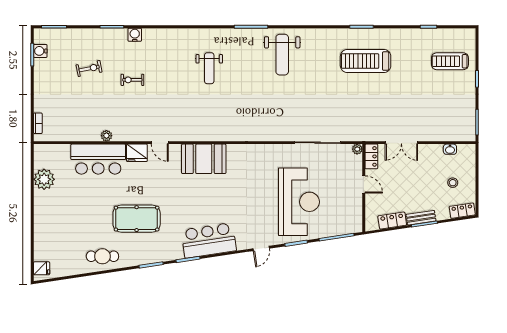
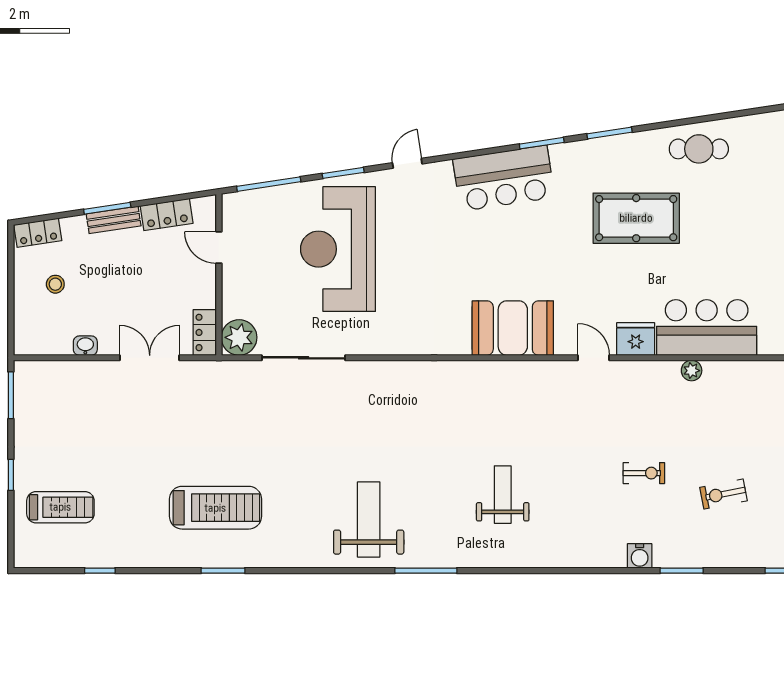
plant: (357, 149) -> (239, 337), width x1.87, depth x1.87
washbasin: (450, 149) -> (85, 346), moved
door: (364, 184) -> (219, 248), moved

